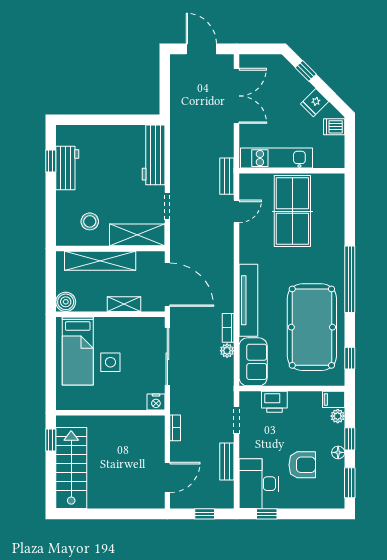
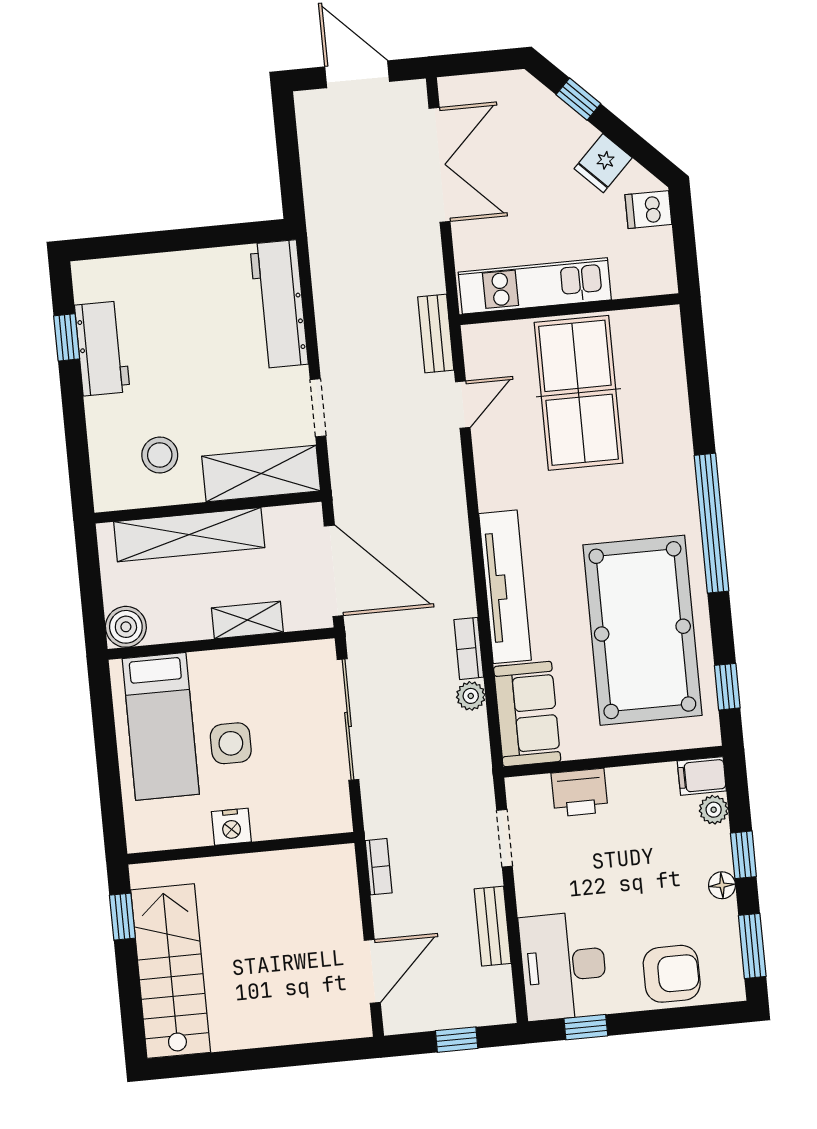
nightstand: (156, 402) -> (231, 827), moved
armchair: (302, 465) -> (672, 974), moved

